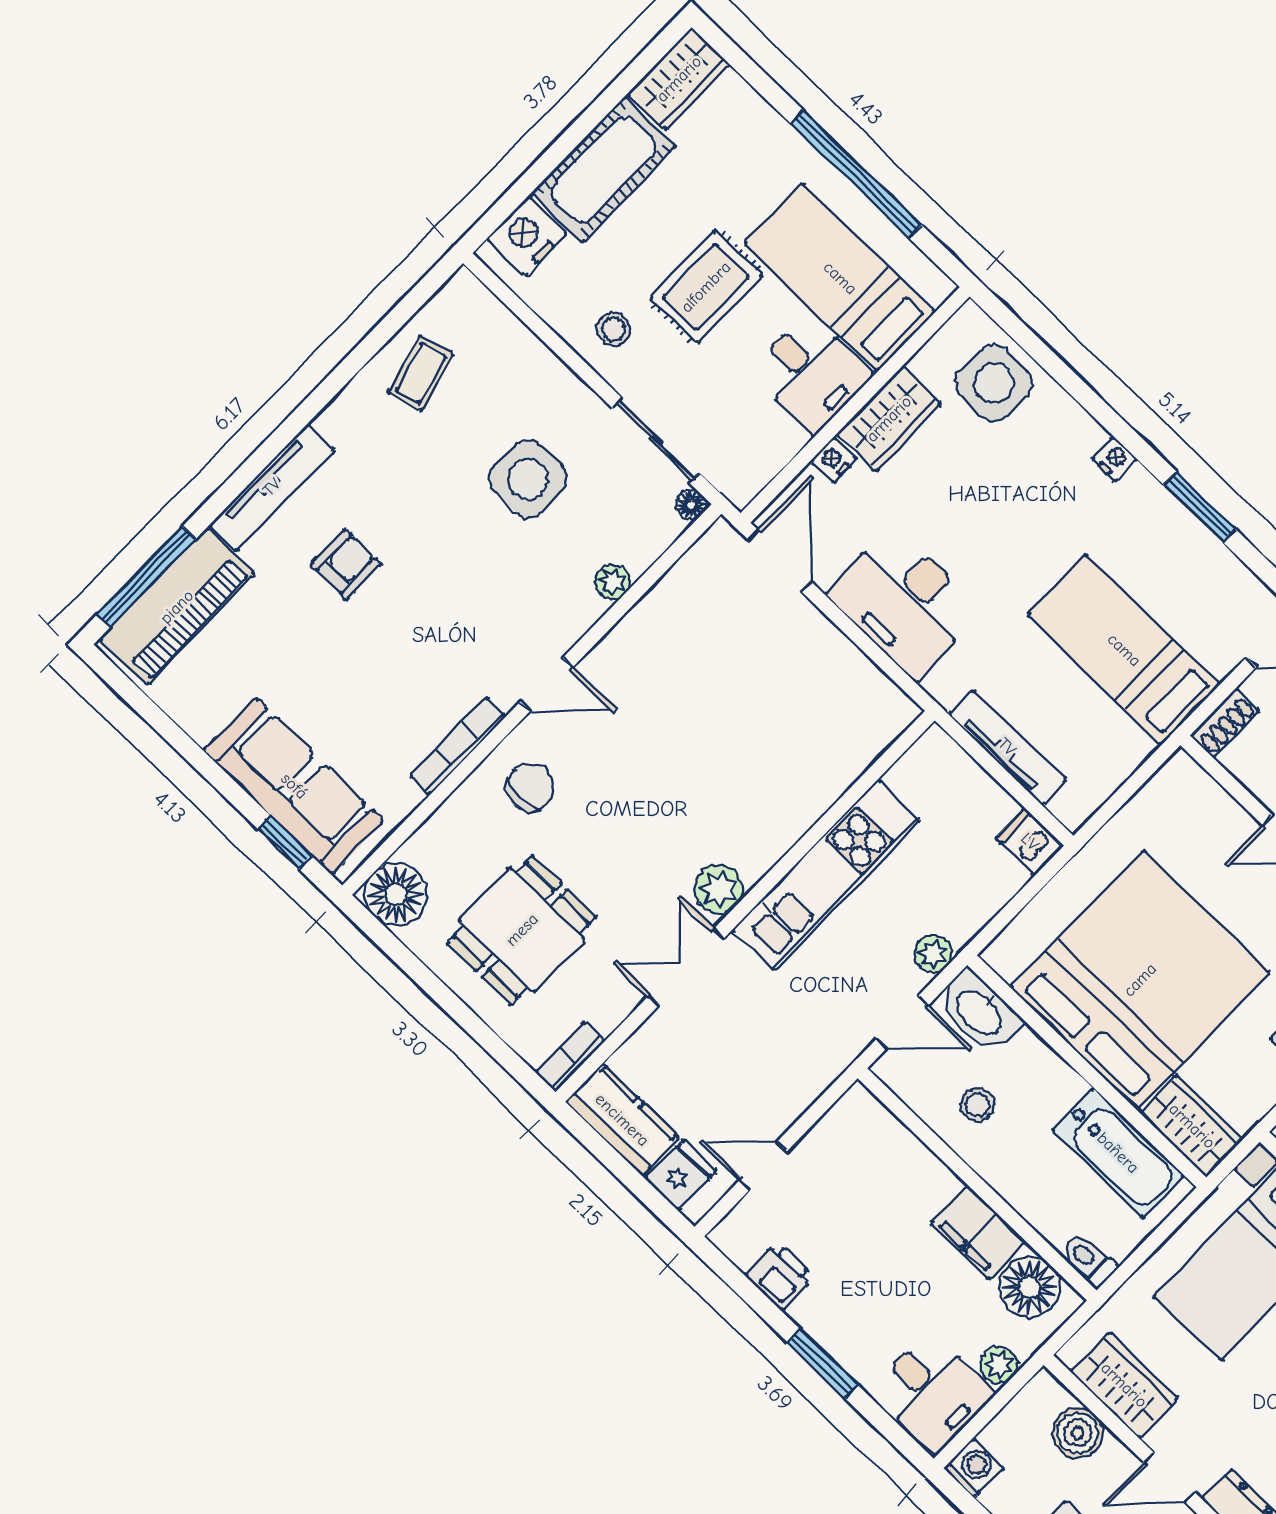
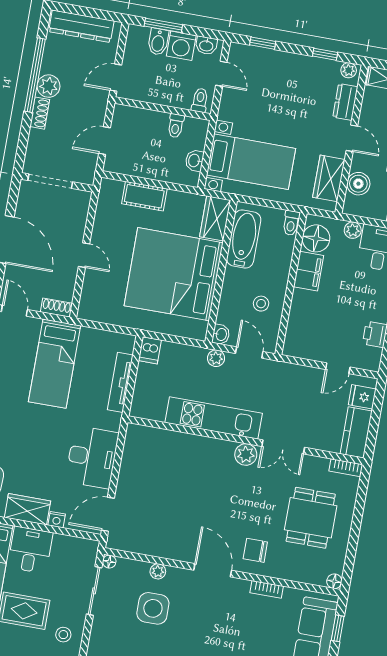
side table: (528, 479) -> (153, 608), moved
door: (547, 684) -> (213, 570), width x1.38
bookcase: (458, 746) -> (267, 589), width x0.64
floor lamp: (396, 894) -> (334, 581), width x0.53, depth x0.53
dining table: (522, 930) -> (311, 518), turned 90
washbasin: (979, 1012) -> (221, 334), width x0.52, depth x0.69
door: (763, 1166) -> (338, 368), hinge flipped

